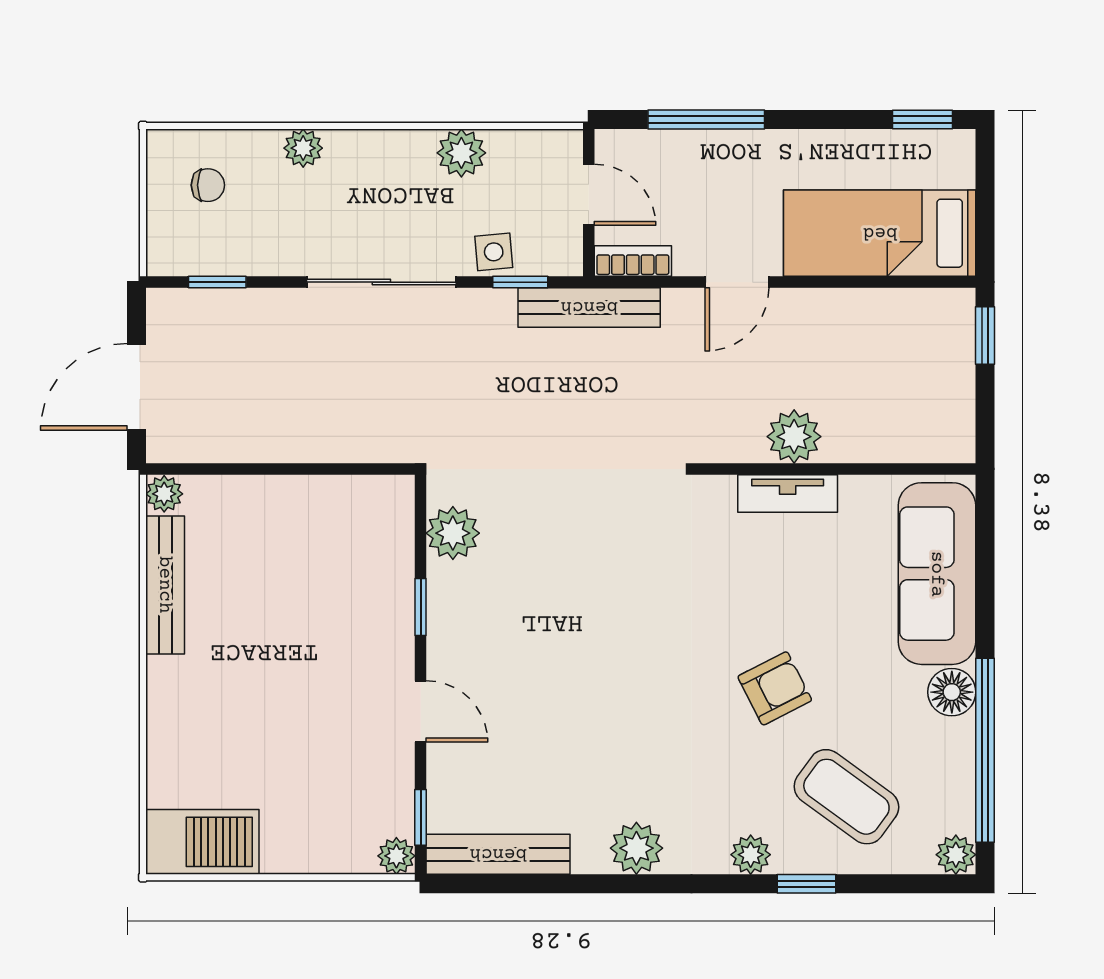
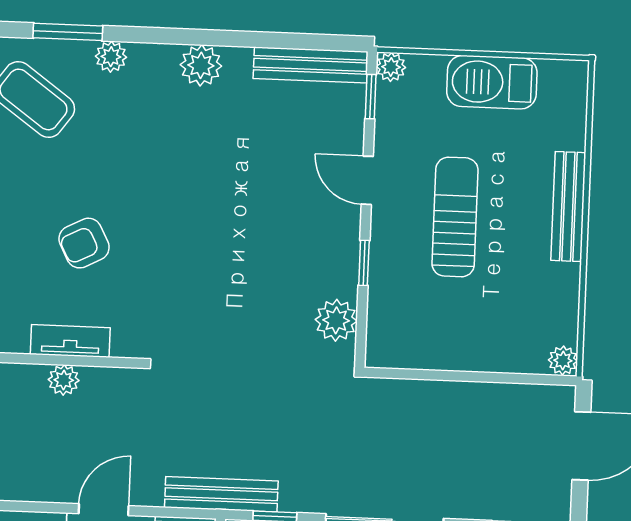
plant: (794, 437) -> (64, 380), width x0.73, depth x0.73
bench: (165, 585) -> (568, 207), moved
sun lounger: (308, 670) -> (455, 217), added
armchair: (775, 688) -> (84, 243), moved
barbecue: (202, 842) -> (492, 82), moved
window: (806, 884) -> (68, 32), width x1.50

